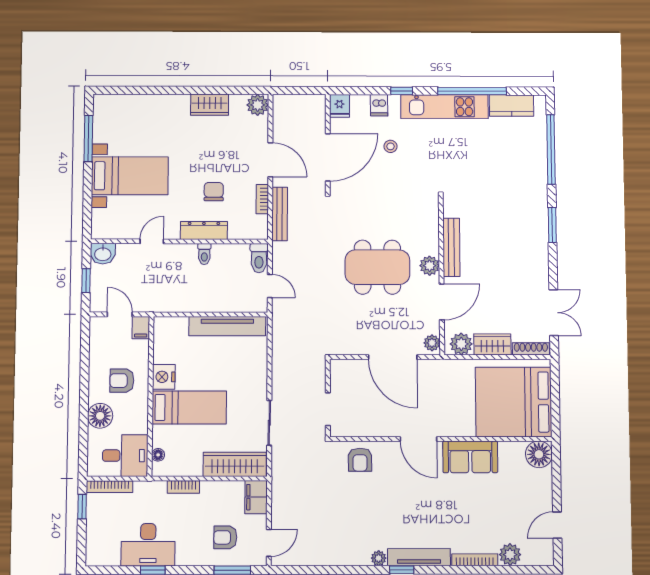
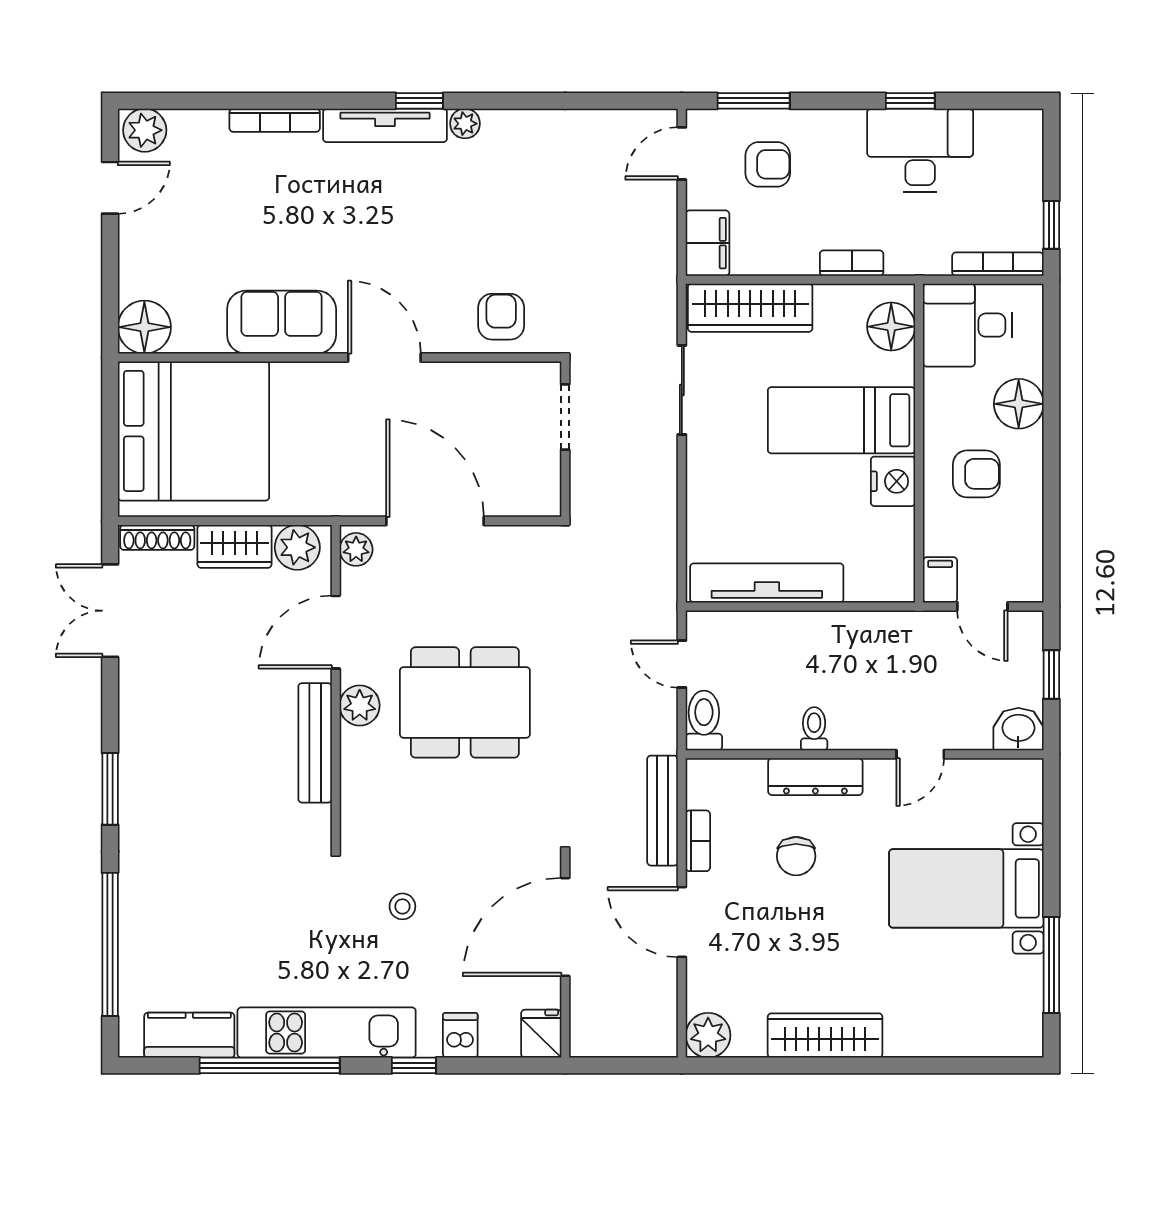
wardrobe: (210, 105) -> (825, 1035), width x1.50
stool: (390, 146) -> (402, 906), moved
floor lamp: (158, 455) -> (891, 327), width x1.89, depth x1.89
plant: (510, 555) -> (145, 130), moved

